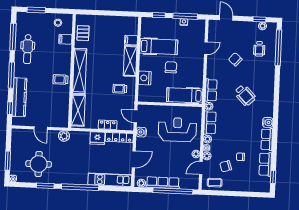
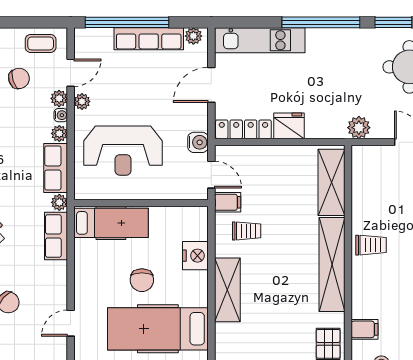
filing cabinet: (131, 40) -> (228, 202), moved
hospital bed: (159, 47) -> (158, 329), width x1.37, depth x1.29
locker: (108, 125) -> (269, 155), removed

